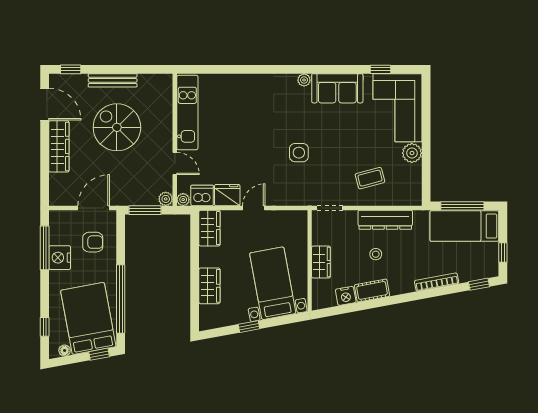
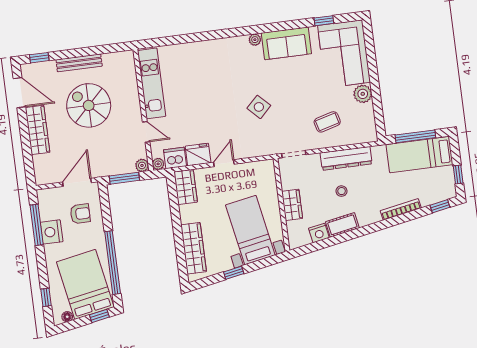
side table: (299, 153) -> (259, 107), turned 45
wardrobe: (209, 286) -> (194, 248), width x1.50

